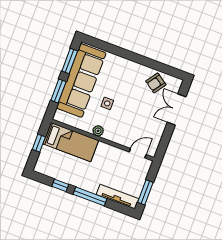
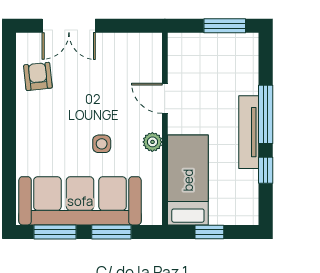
armchair: (156, 83) -> (38, 76), turned -131
door: (138, 153) -> (165, 98), moved
tv unit: (117, 197) -> (249, 132), moved

